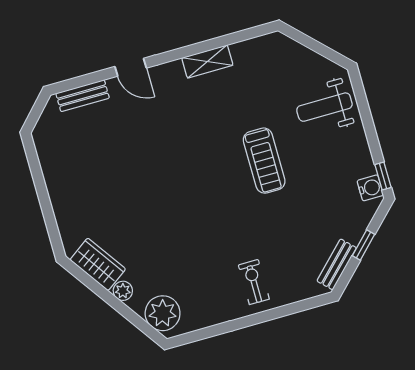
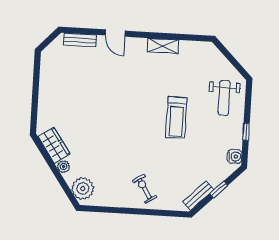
weight bench: (324, 107) -> (224, 98), turned -90
window: (383, 176) -> (246, 132), moved
exercise bike: (254, 282) -> (145, 189), turned -32

